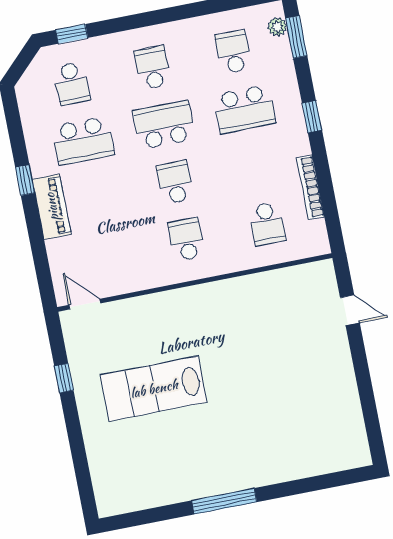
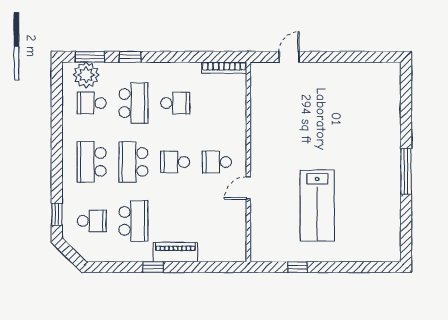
plant: (277, 27) -> (86, 75), width x1.87, depth x1.87
school desk: (153, 68) -> (92, 162), width x1.85
window: (312, 117) -> (130, 57), moved
bookcase: (310, 187) -> (224, 68), moved
school desk: (267, 224) -> (175, 103), moved
door: (85, 304) -> (248, 188), moved

